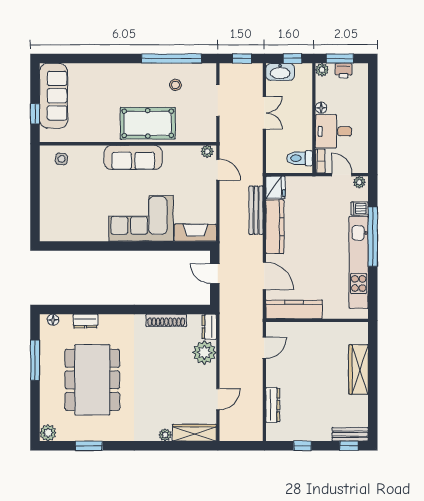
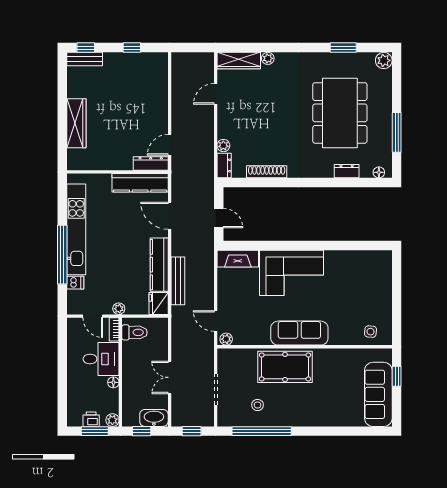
plant: (359, 182) -> (119, 309), moved
plant: (204, 352) -> (223, 146), width x0.53, depth x0.53
dresser: (273, 405) -> (151, 164), moved, turned 90

